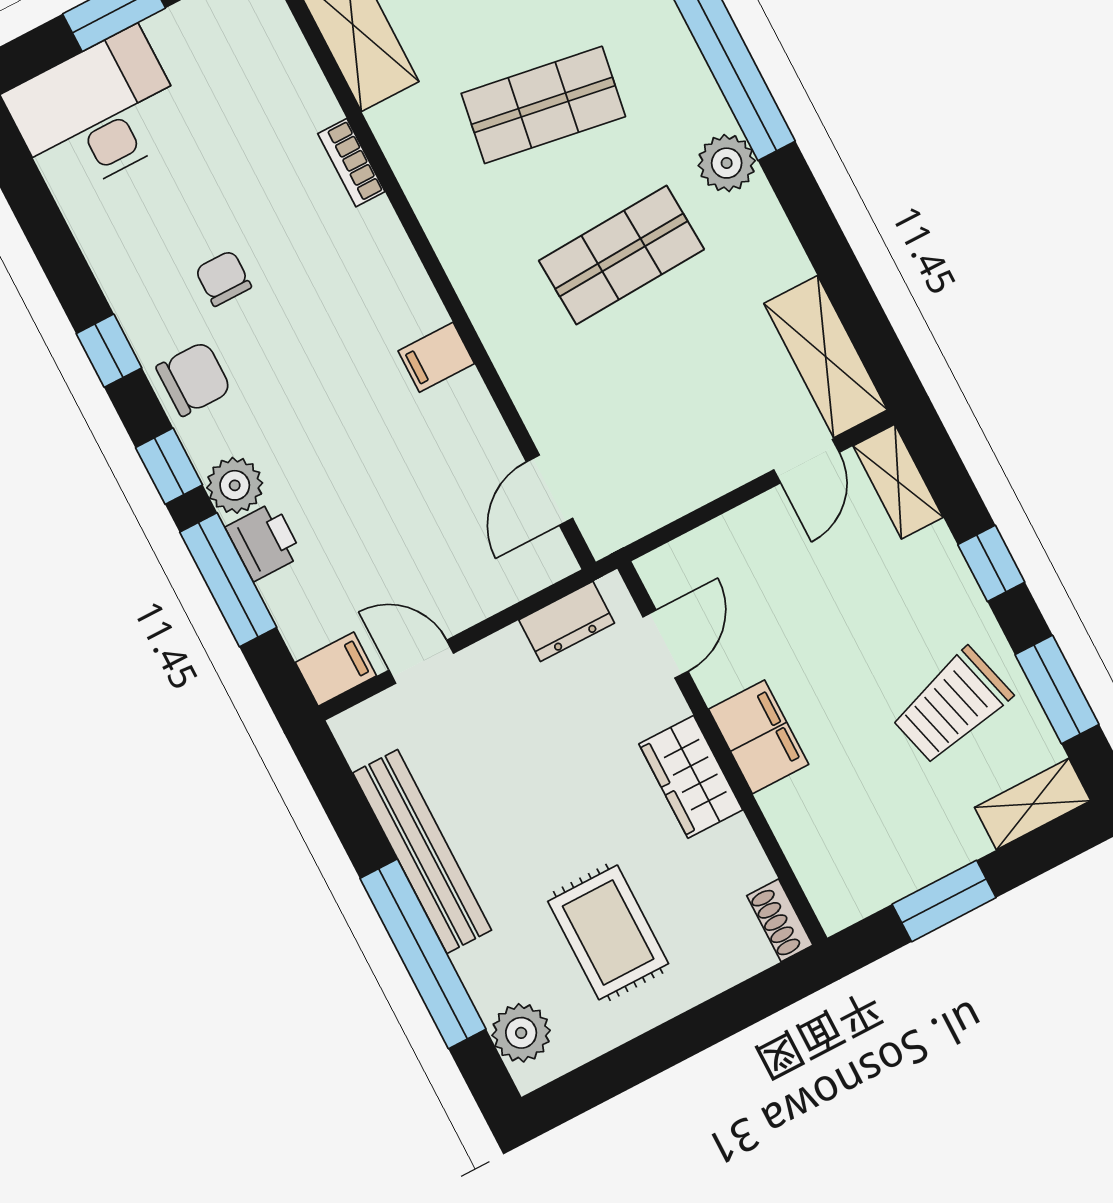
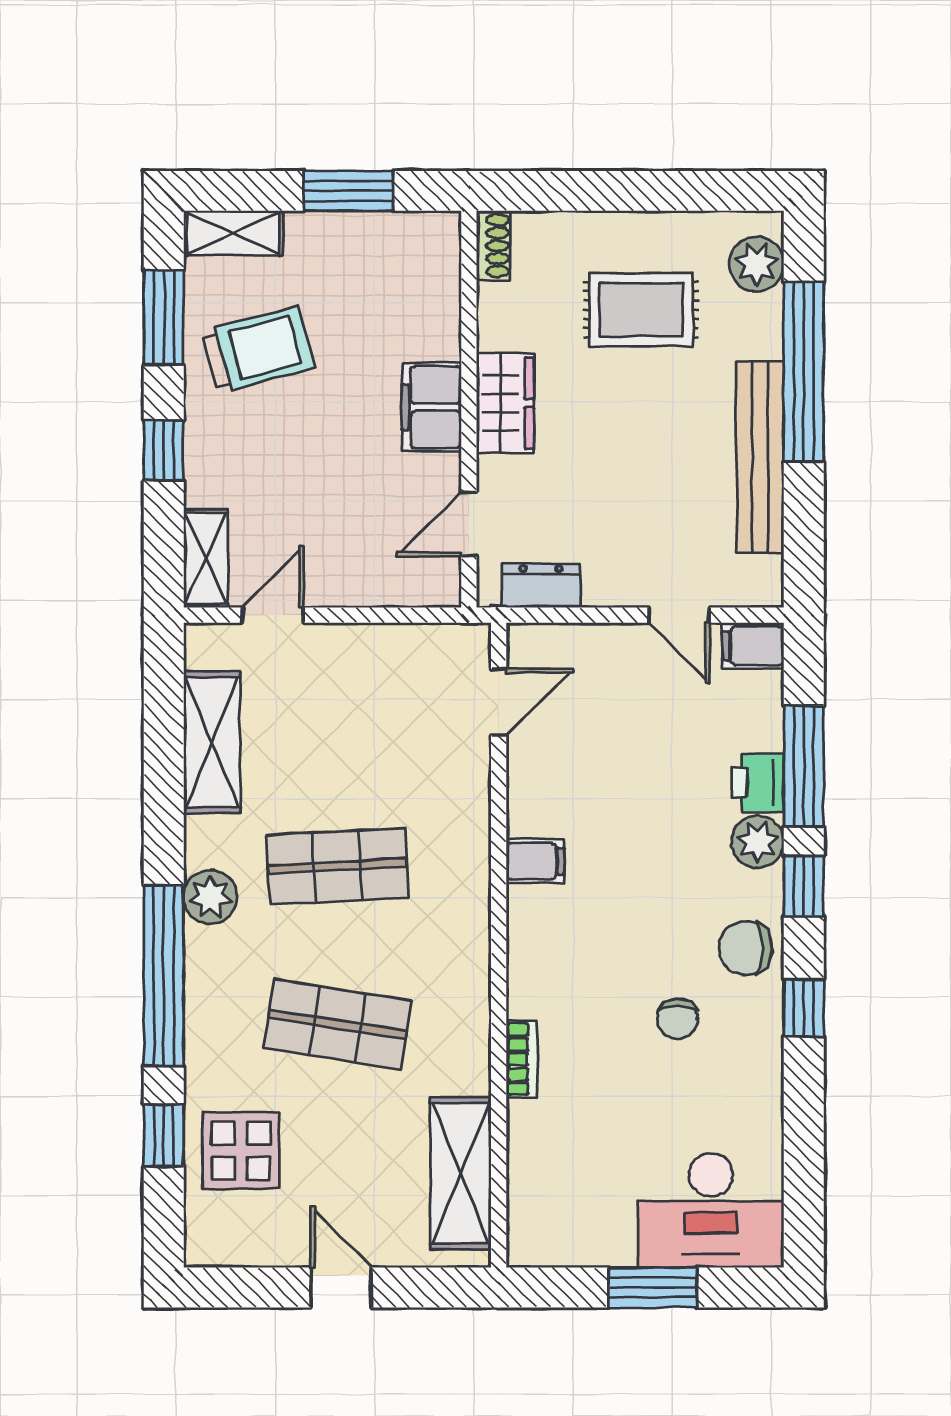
shelving: (826, 357) -> (212, 742), moved
rug: (608, 932) -> (641, 310), turned 90

